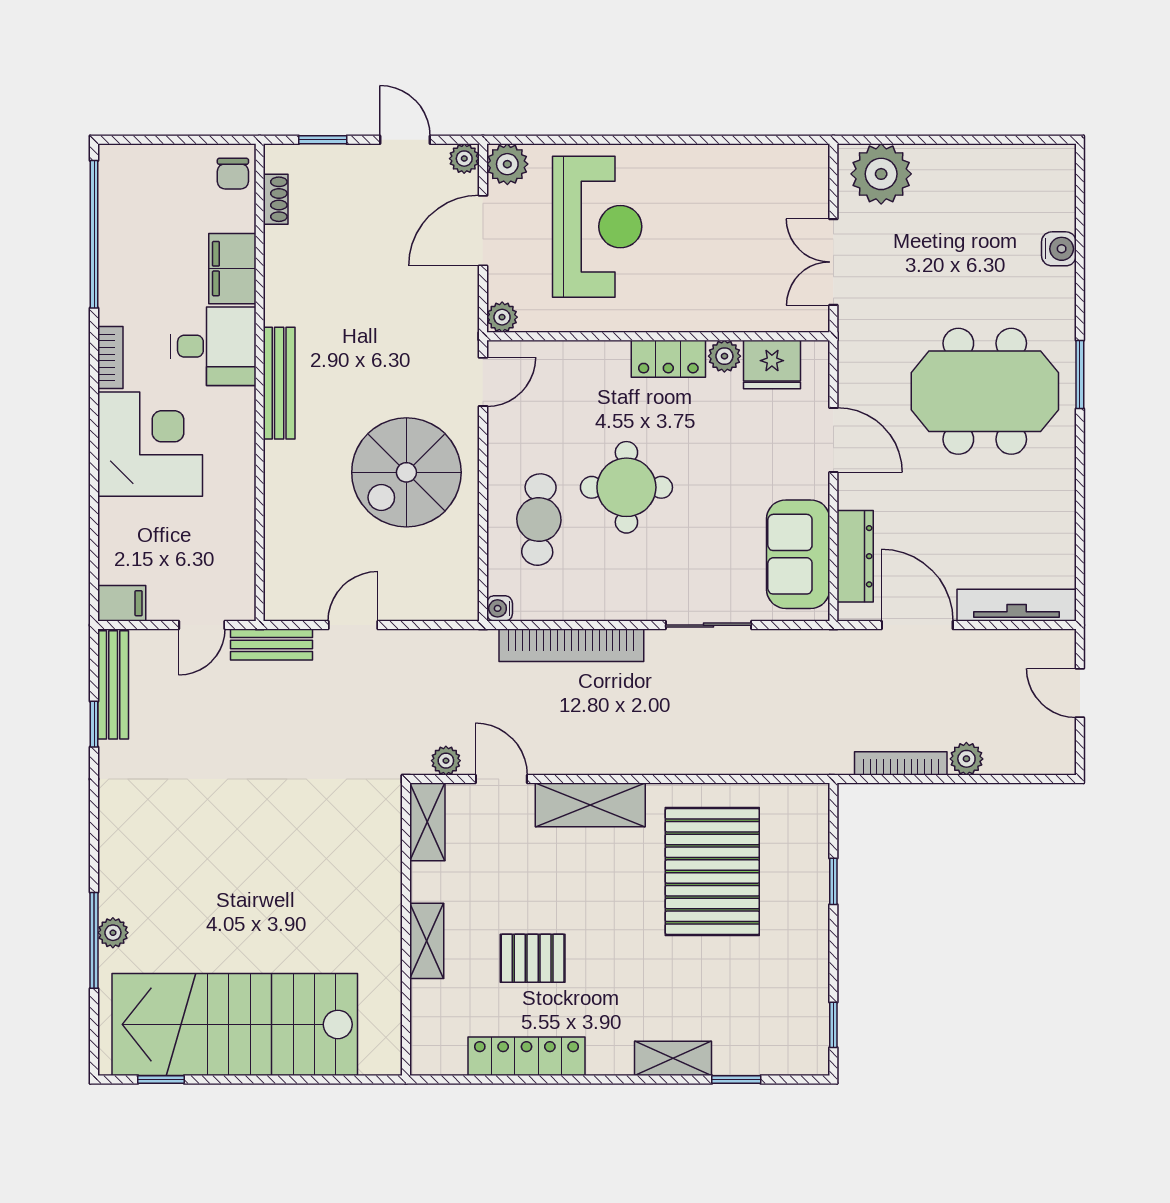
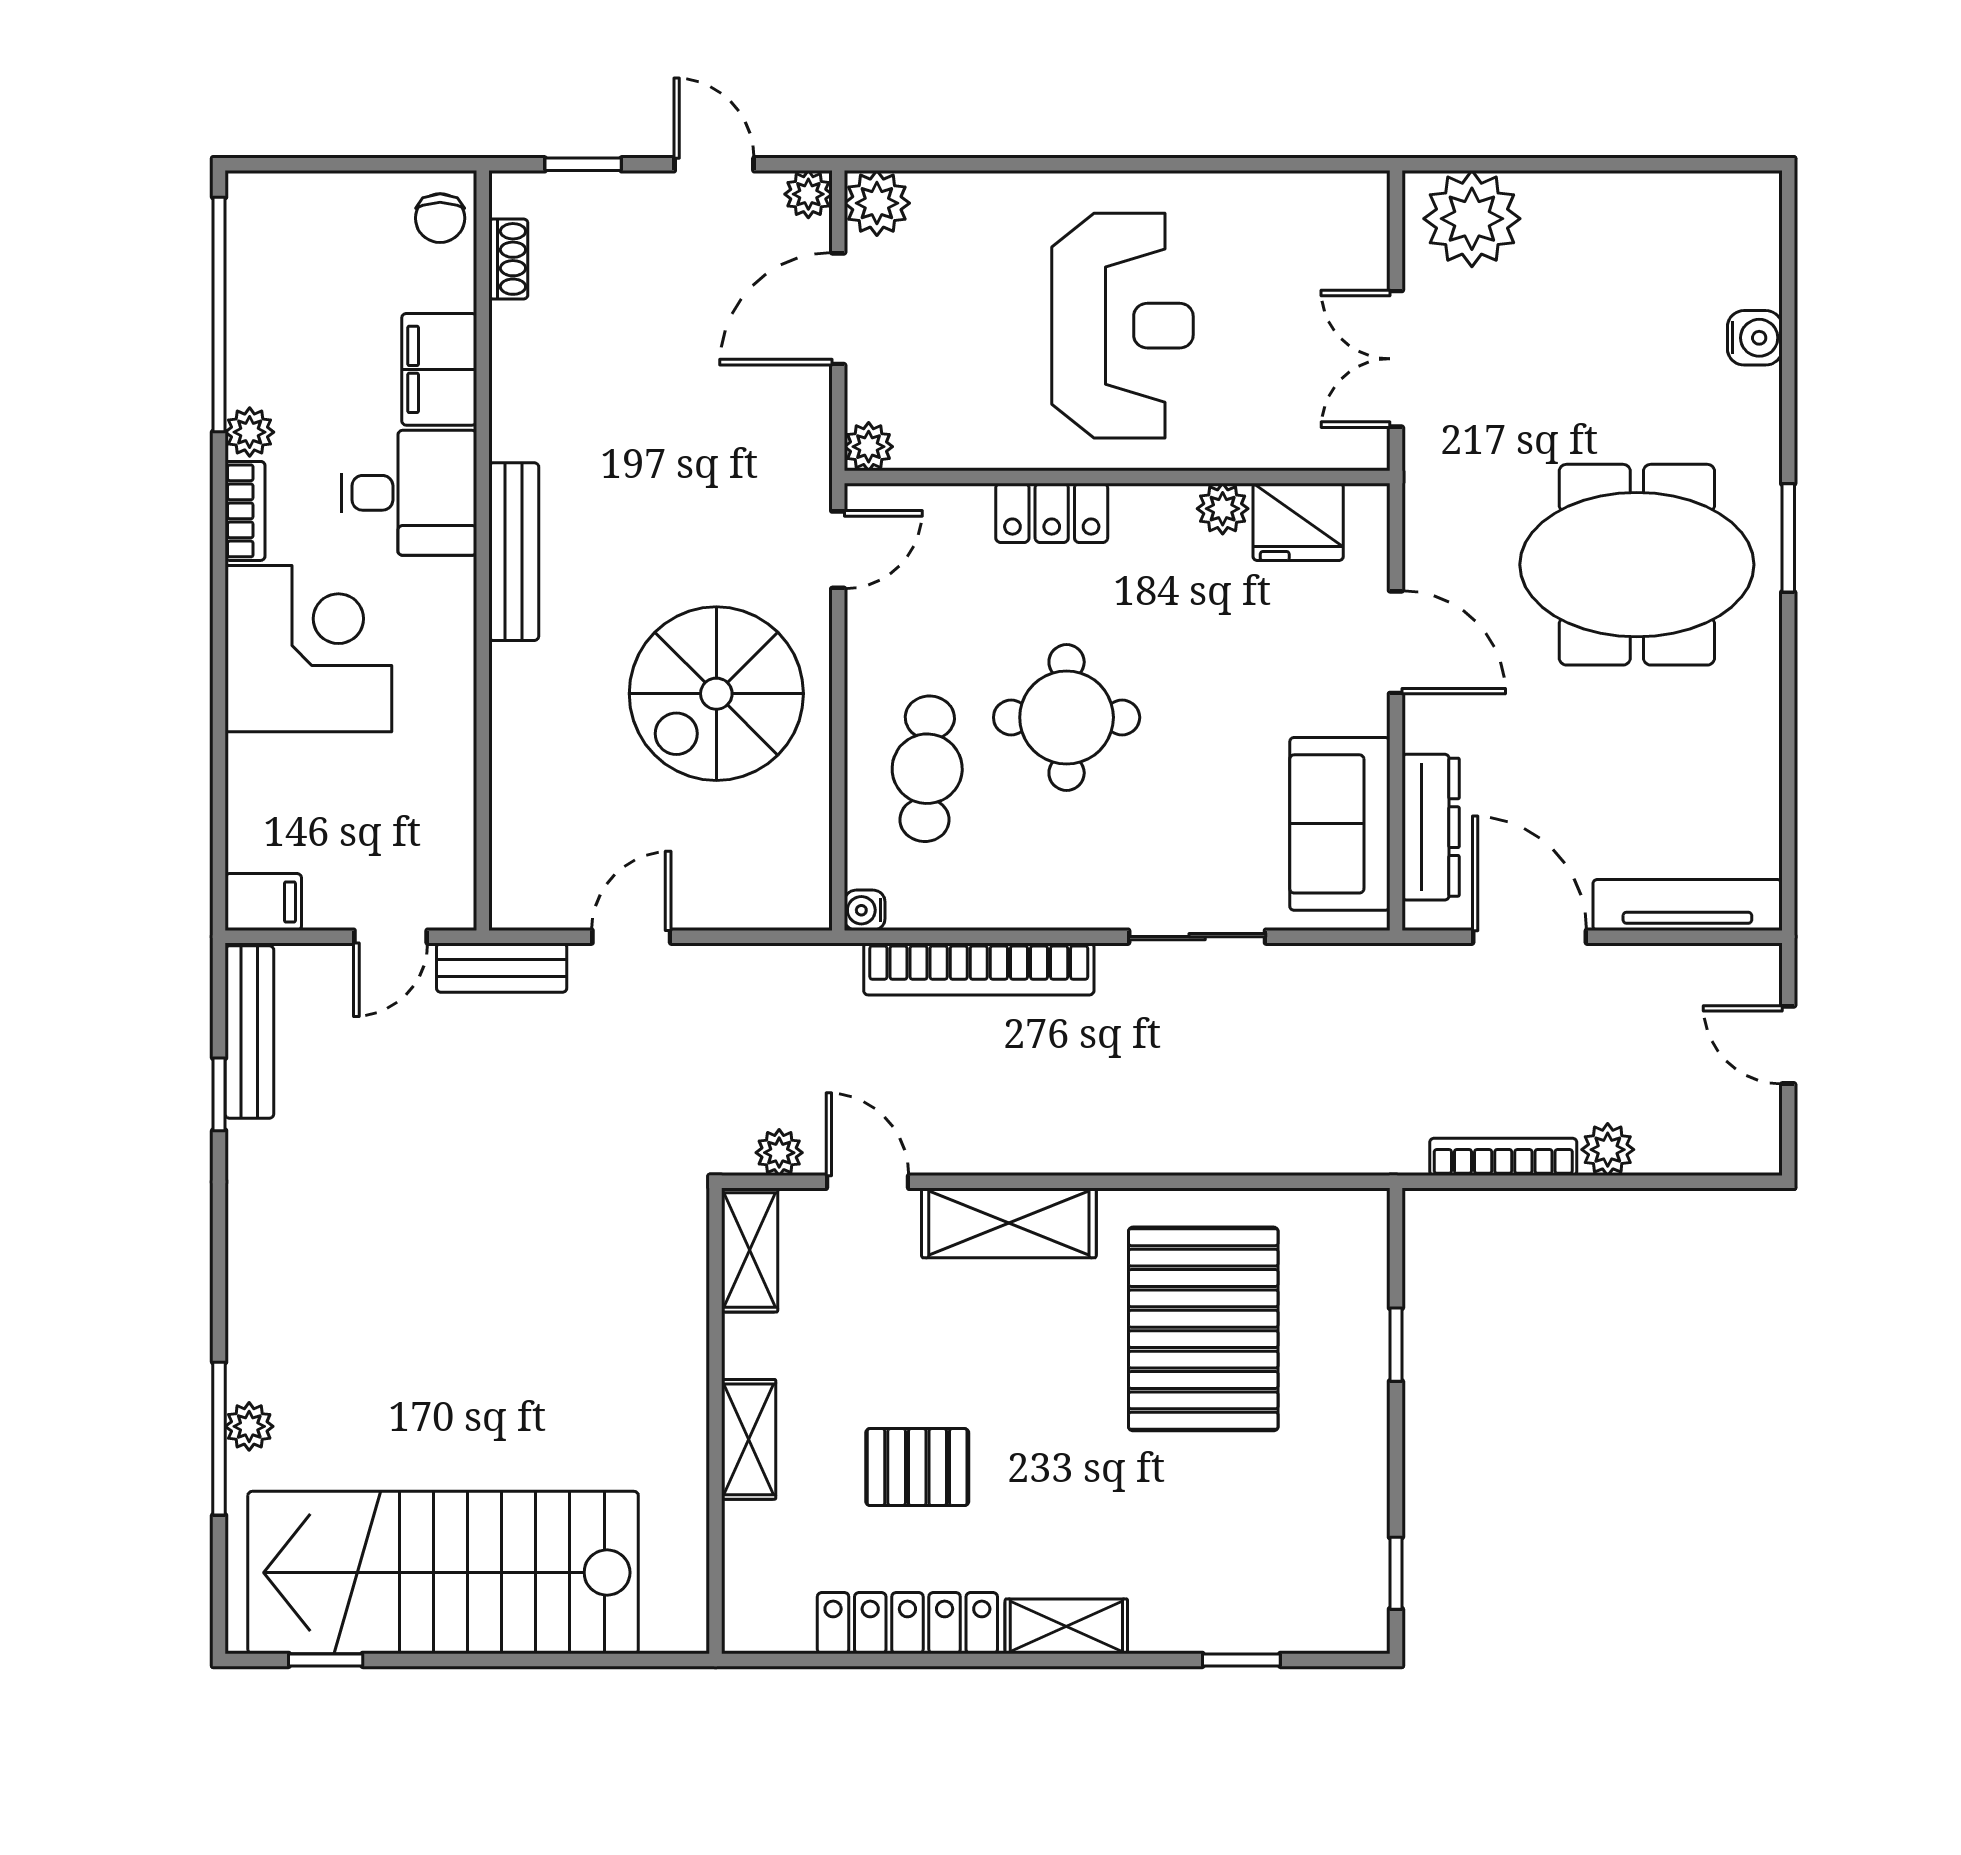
reception desk: (597, 227) -> (1122, 326), moved
plant: (113, 308) -> (250, 432), added
locker: (668, 359) -> (1052, 513), moved
shelving: (673, 1058) -> (1066, 1626), moved

